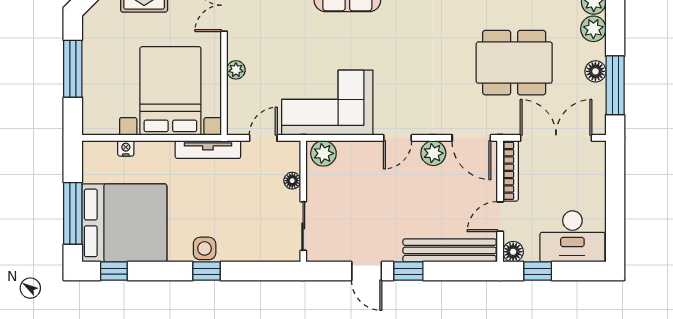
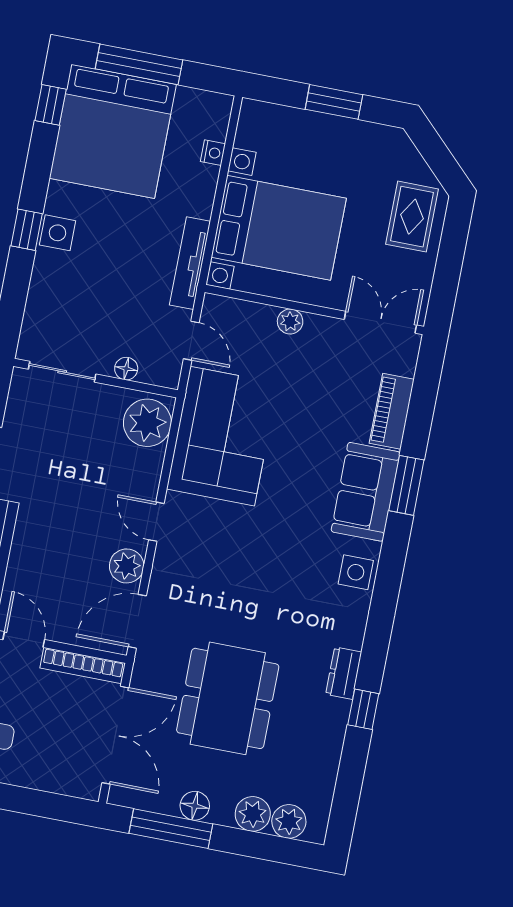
window: (73, 69) -> (334, 102), width x0.69
plant: (323, 153) -> (147, 423), width x1.36, depth x1.36

